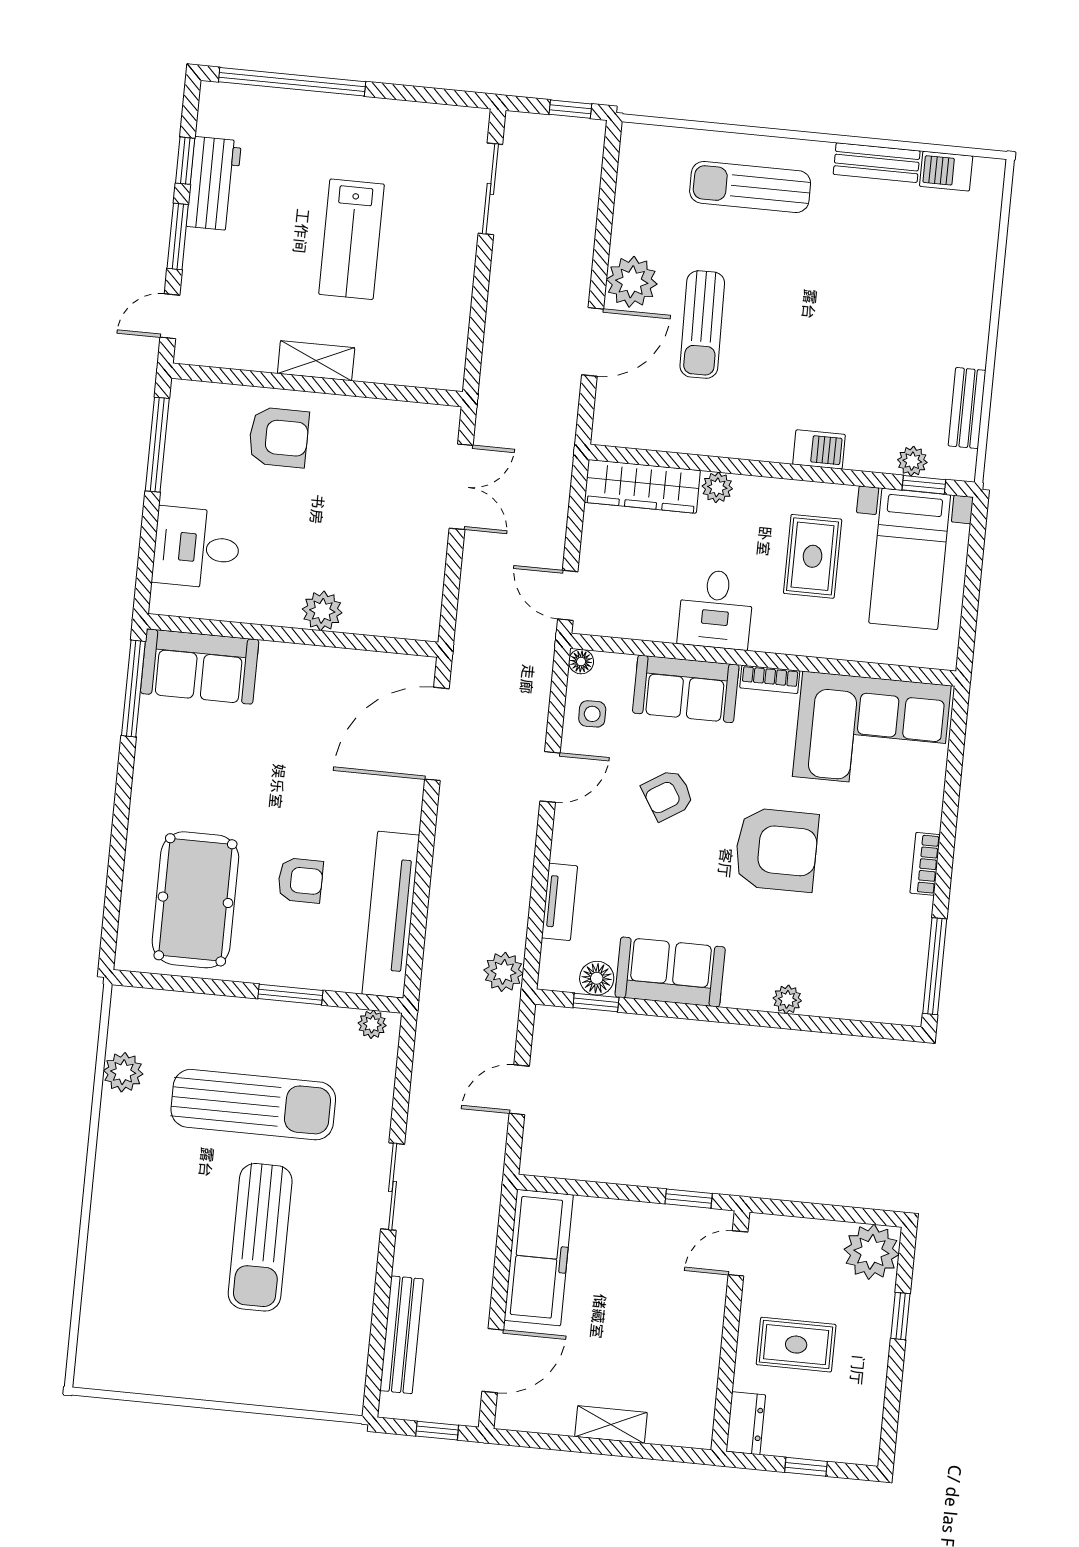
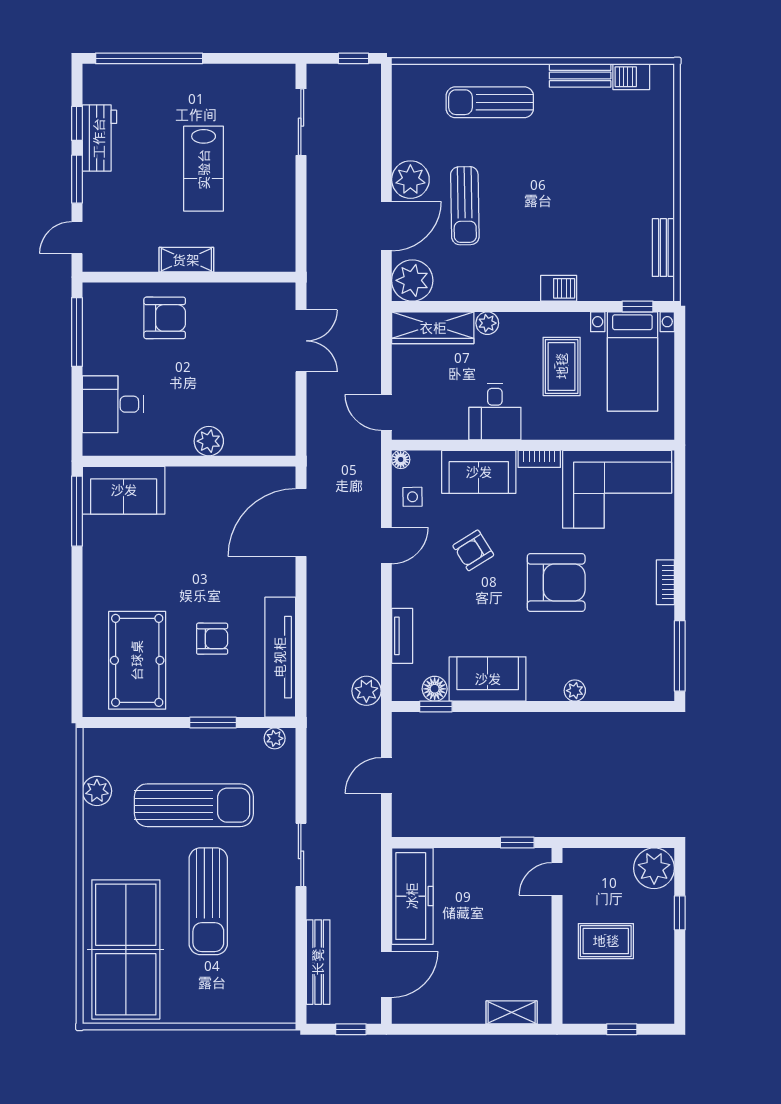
plant: (912, 461) -> (412, 280), moved, width x1.88, depth x1.88
table tennis table: (141, 1292) -> (126, 949), added
dresser: (746, 1423) -> (575, 1002), removed
shelving: (611, 1425) -> (512, 1012), moved

